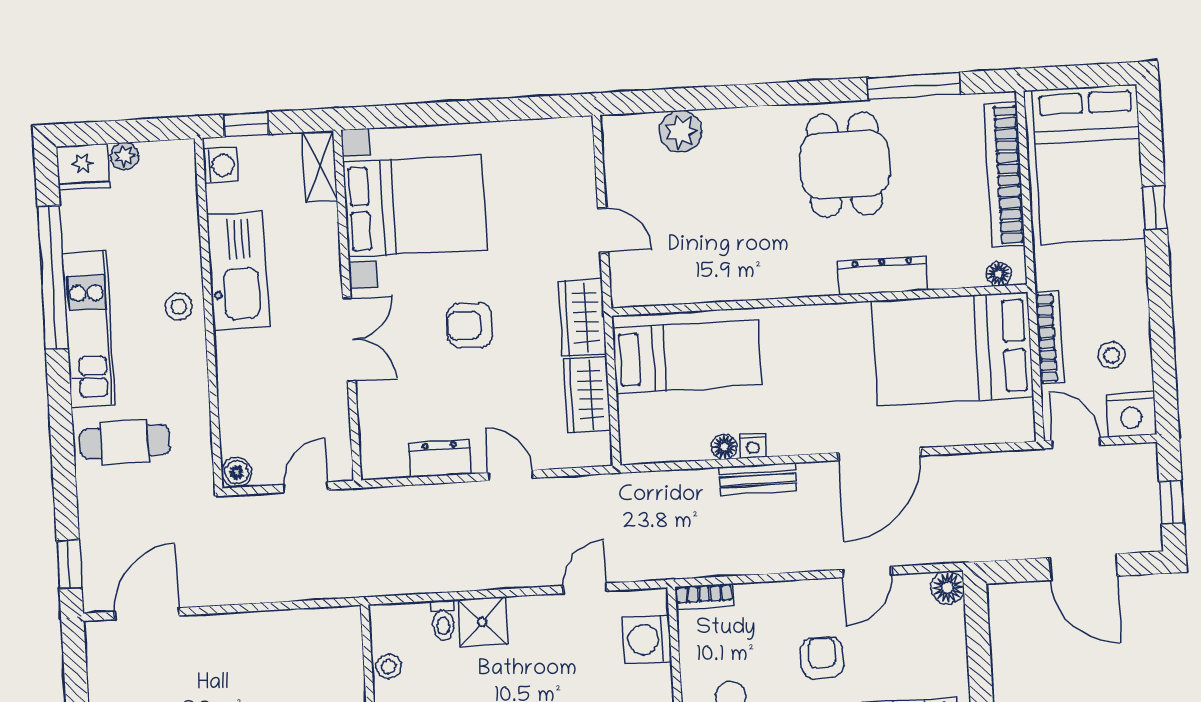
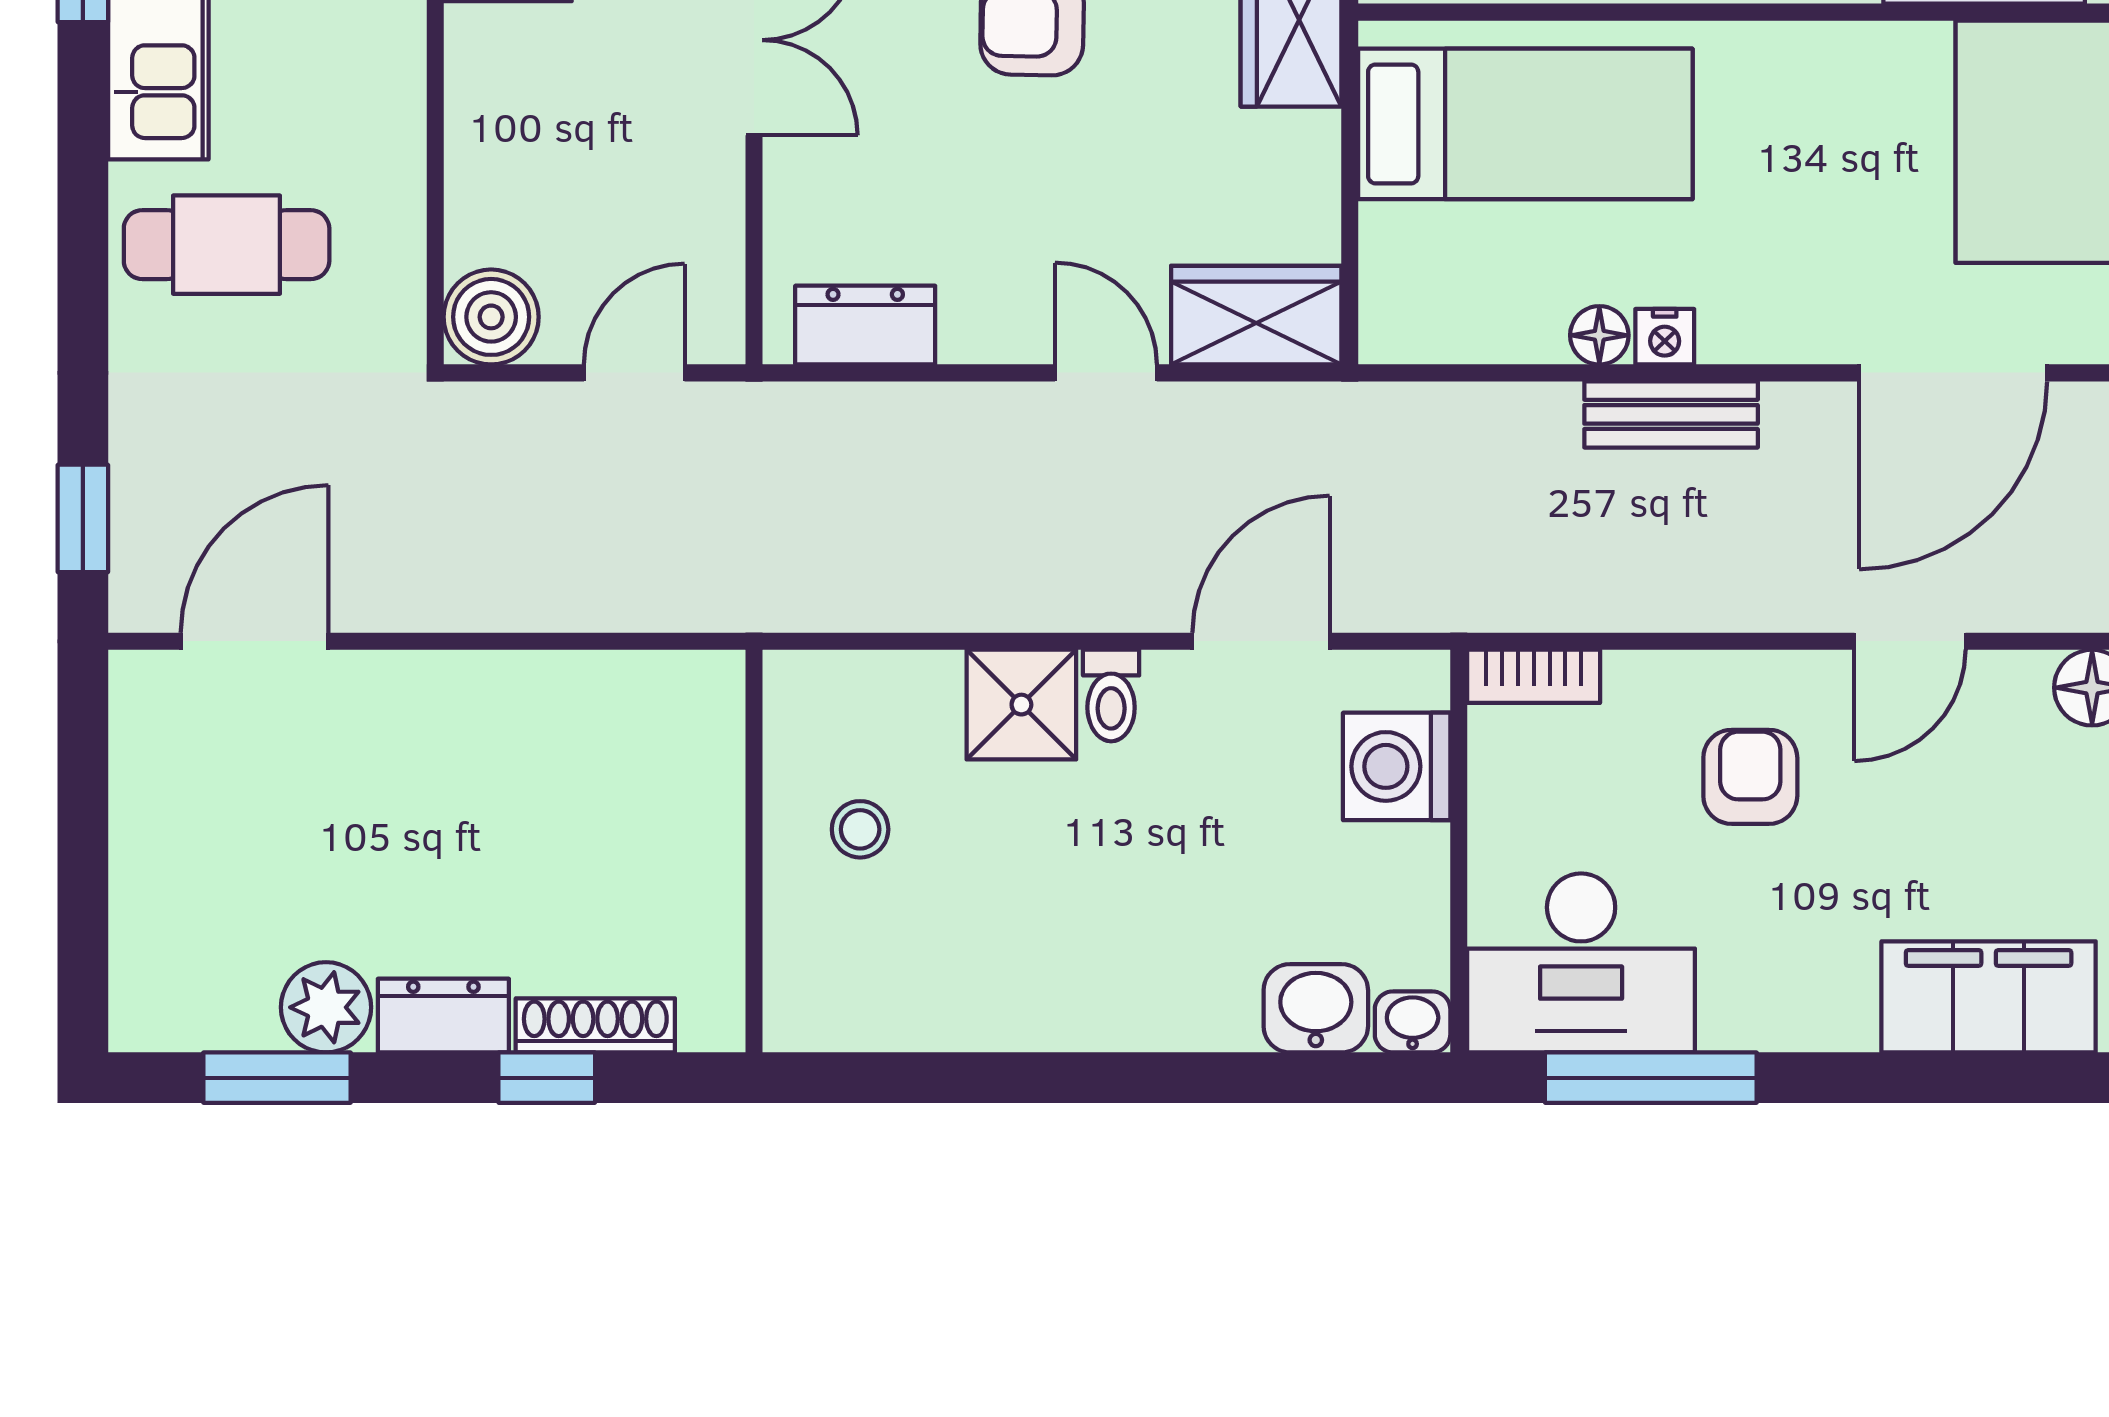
wardrobe: (587, 395) -> (1256, 315), moved, turned 90
dresser: (440, 459) -> (865, 325), moved
boiler: (237, 472) -> (491, 317), width x1.36, depth x1.36
door: (585, 588) -> (1261, 641), width x1.38
toilet: (443, 620) -> (1111, 696), moved
armchair: (822, 658) -> (1750, 777), moved
stool: (389, 667) -> (860, 829), moved

